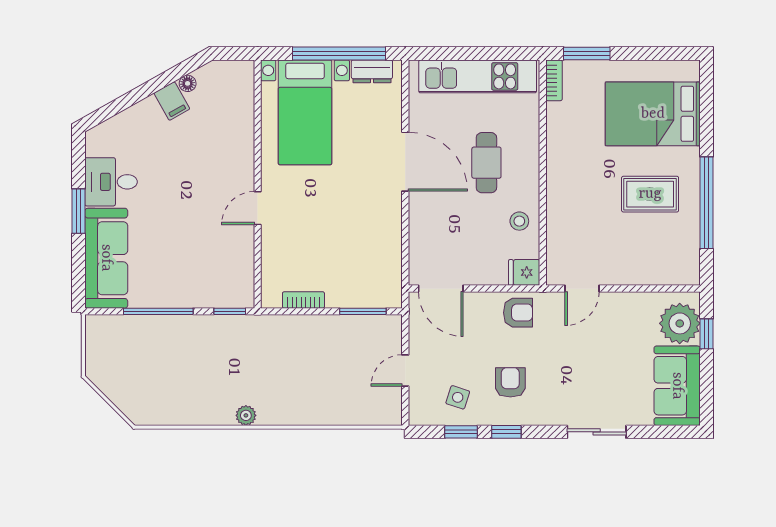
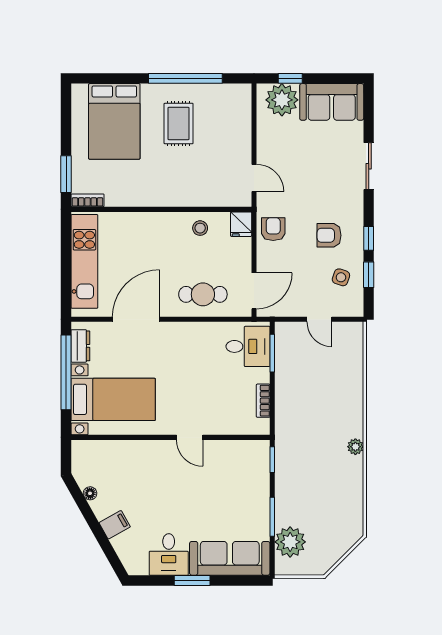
filing cabinet: (172, 101) -> (115, 525), moved
door: (405, 162) -> (136, 319), moved
cafe table: (486, 163) -> (203, 294), moved
desk: (371, 281) -> (248, 346), added
window: (158, 311) -> (272, 517), width x0.69
plant: (127, 334) -> (290, 542), added

